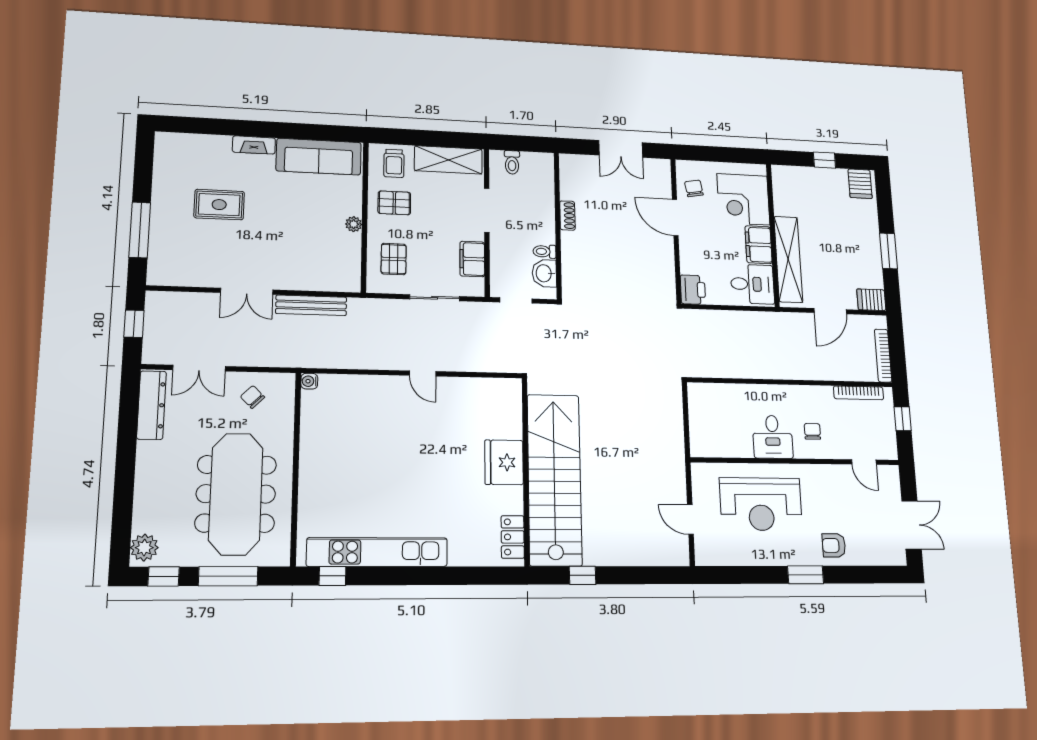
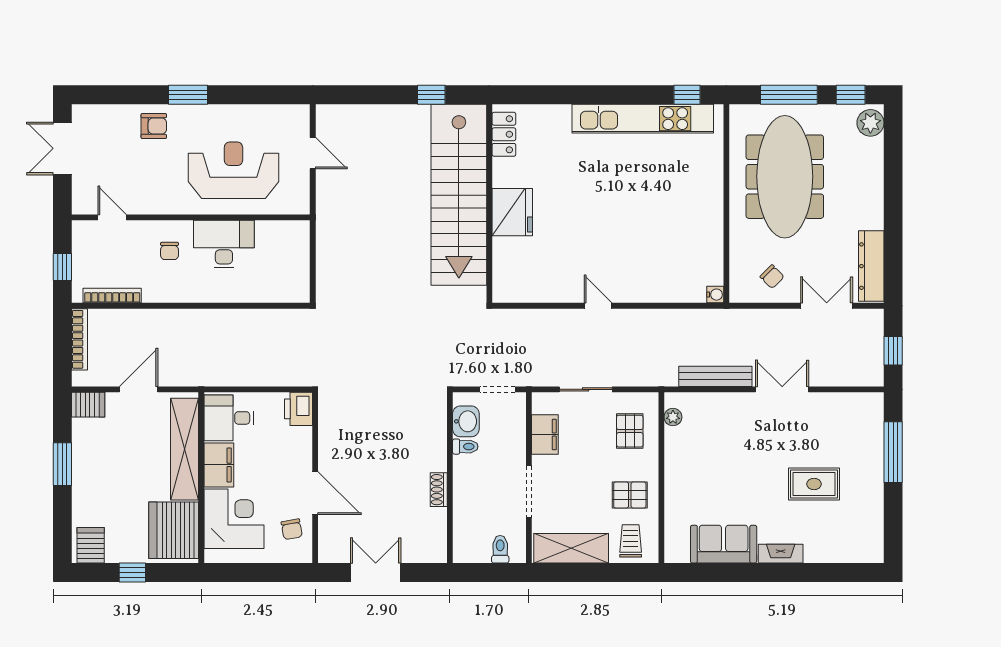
sofa: (319, 157) -> (724, 544), width x0.73
server rack: (793, 193) -> (174, 530), added
plant: (354, 224) -> (673, 417), moved
desk: (773, 437) -> (224, 244), width x1.37

